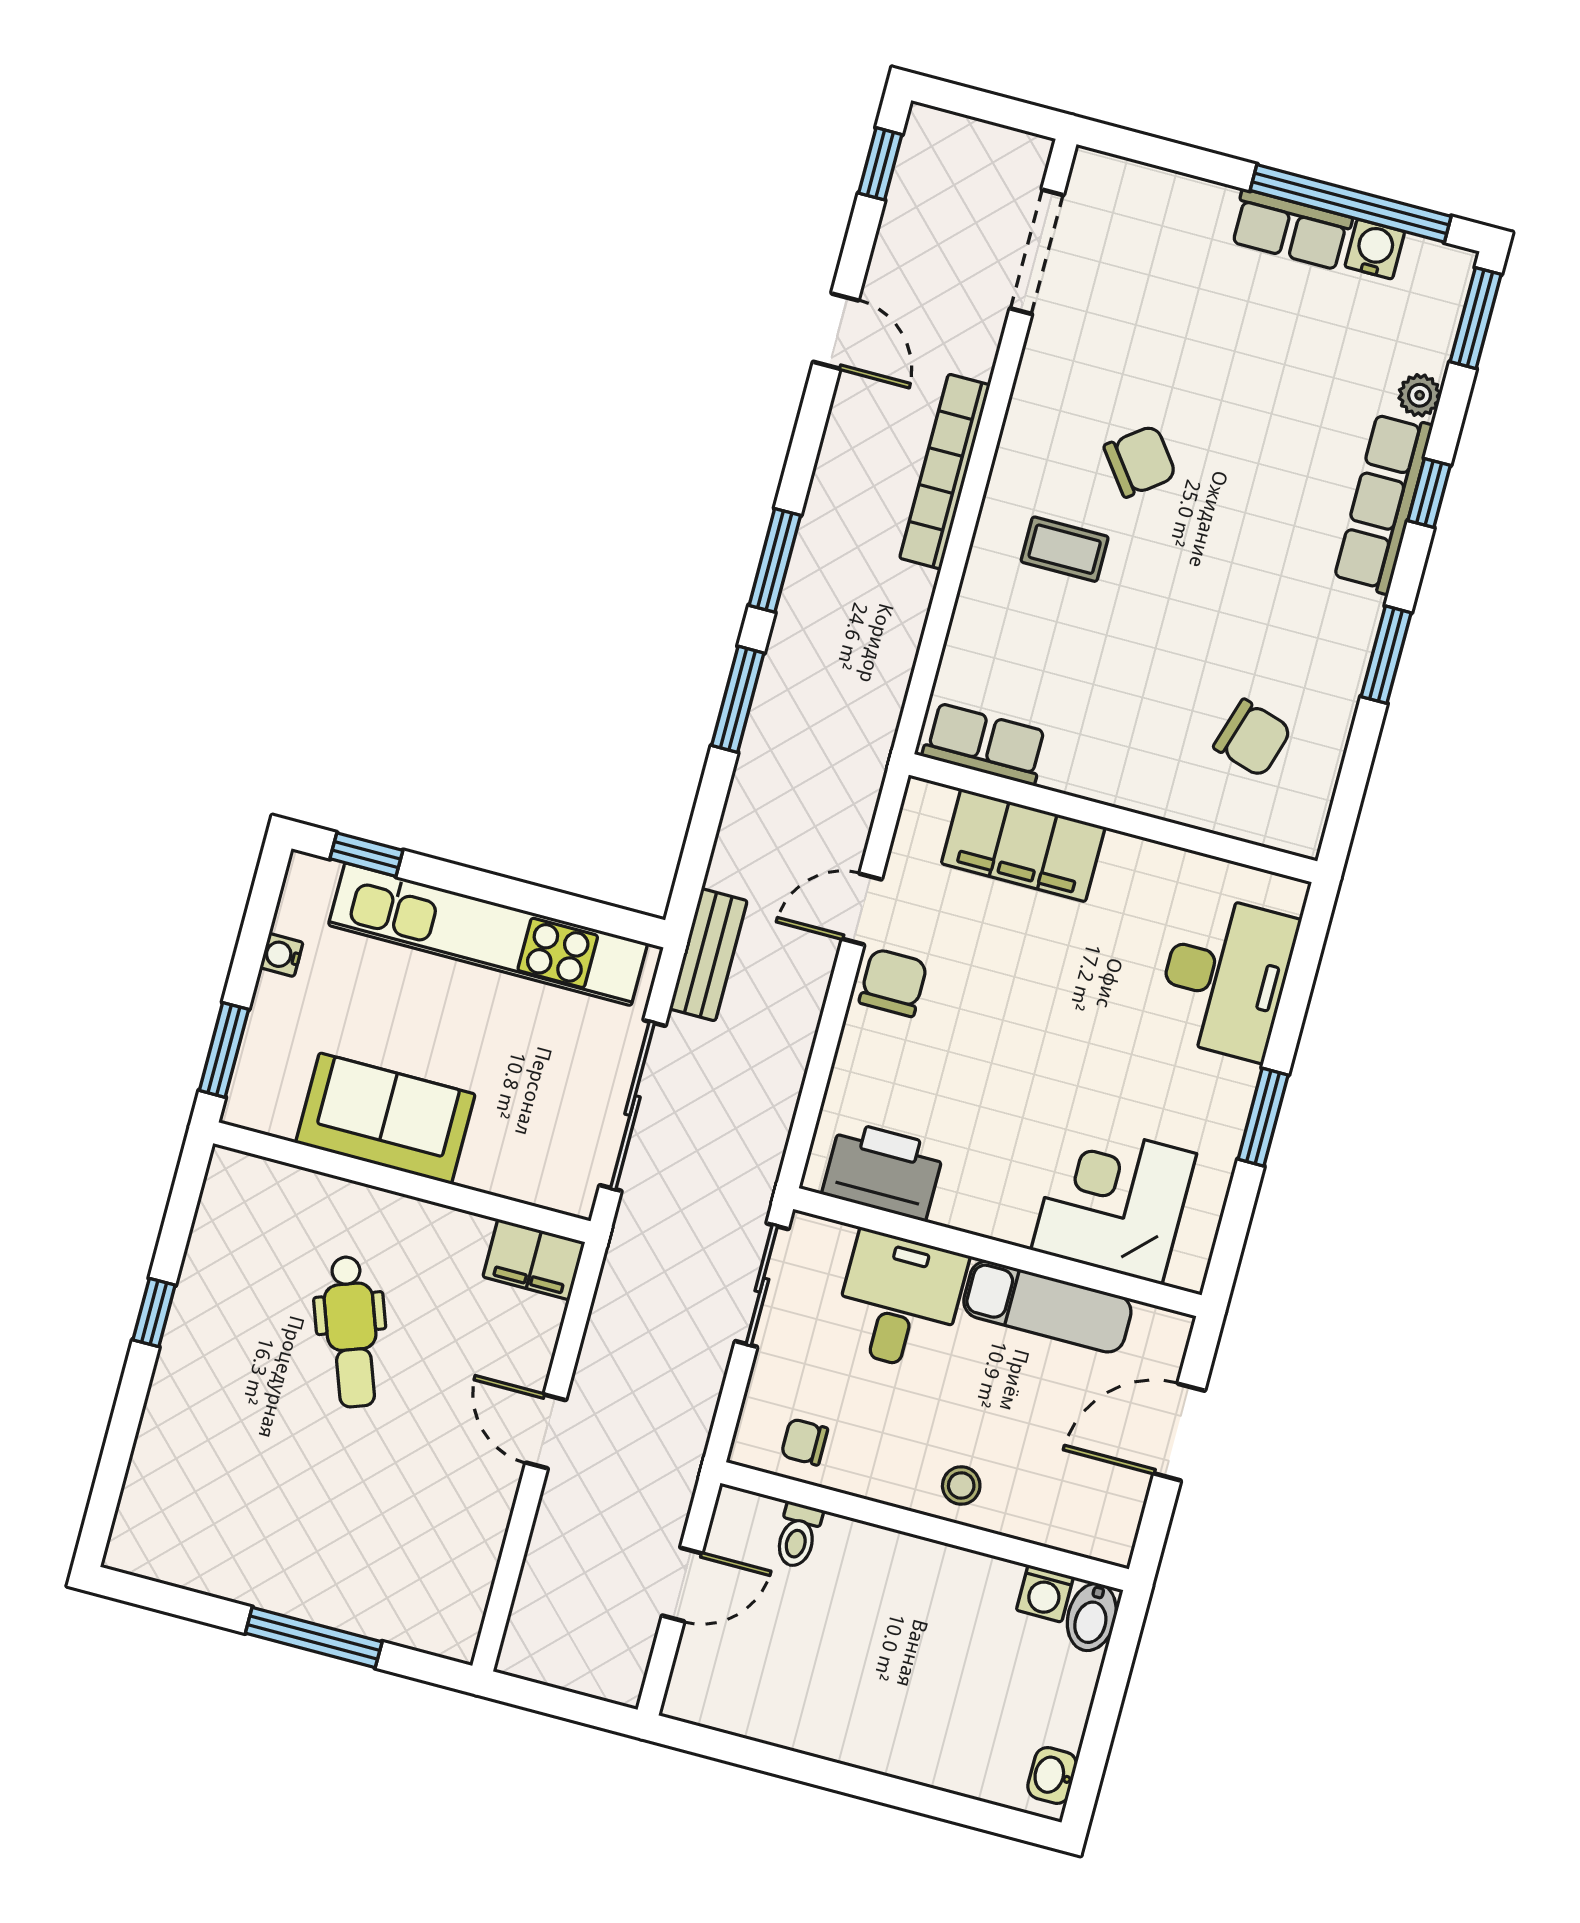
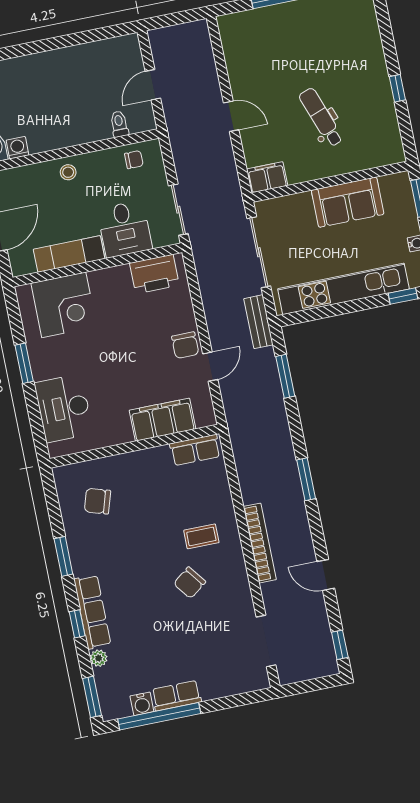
window: (738, 699) -> (285, 376), moved

